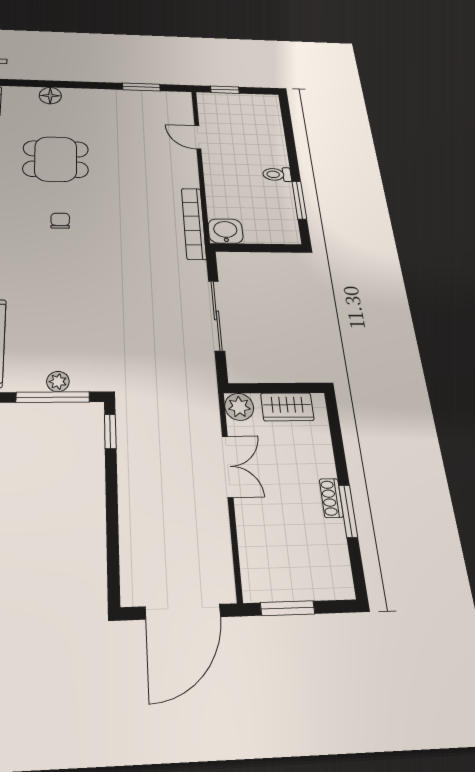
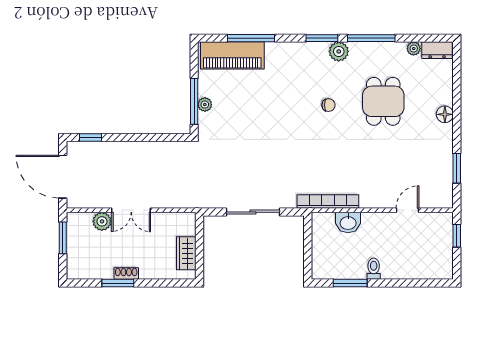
floor lamp: (50, 96) -> (445, 114), moved
washbasin: (226, 231) -> (348, 222), moved, turned 90
plant: (239, 407) -> (102, 221), moved
window: (110, 432) -> (90, 137), moved
double door: (228, 466) -> (131, 210), moved

